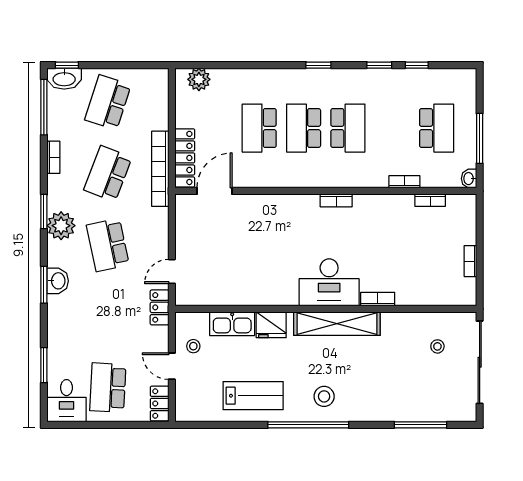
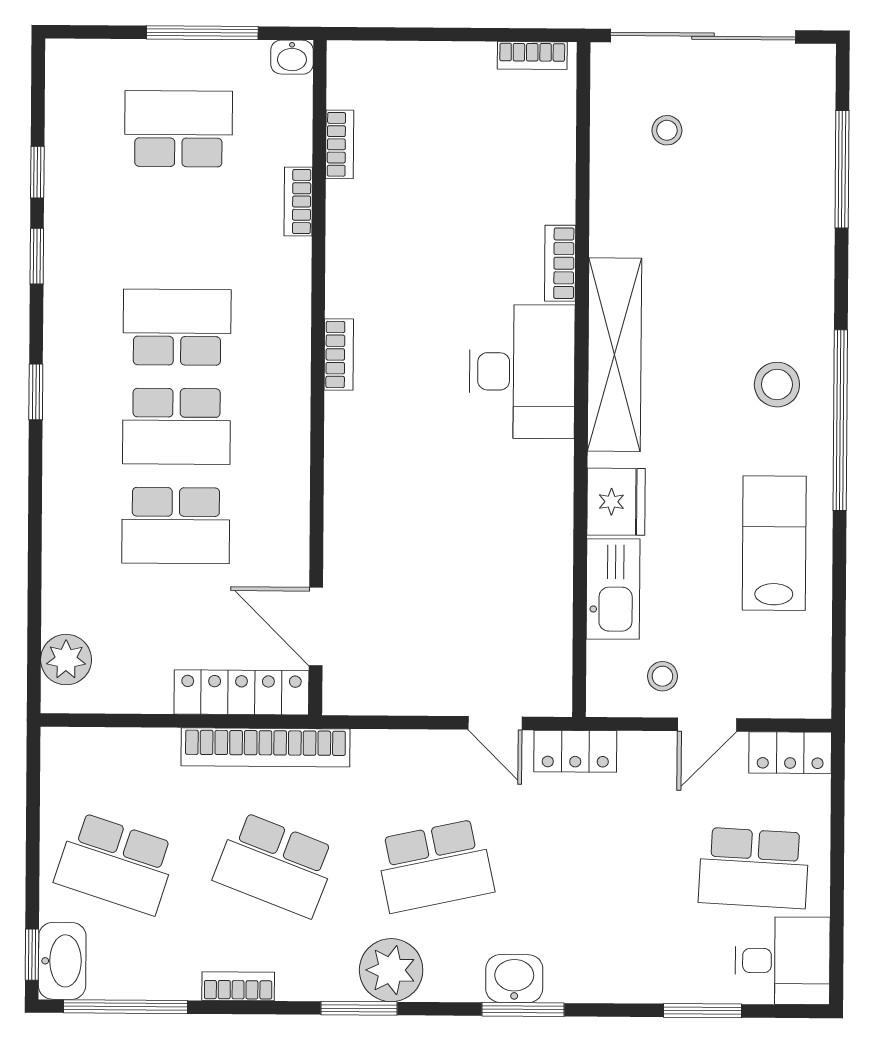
bookcase: (470, 261) -> (532, 56), moved

